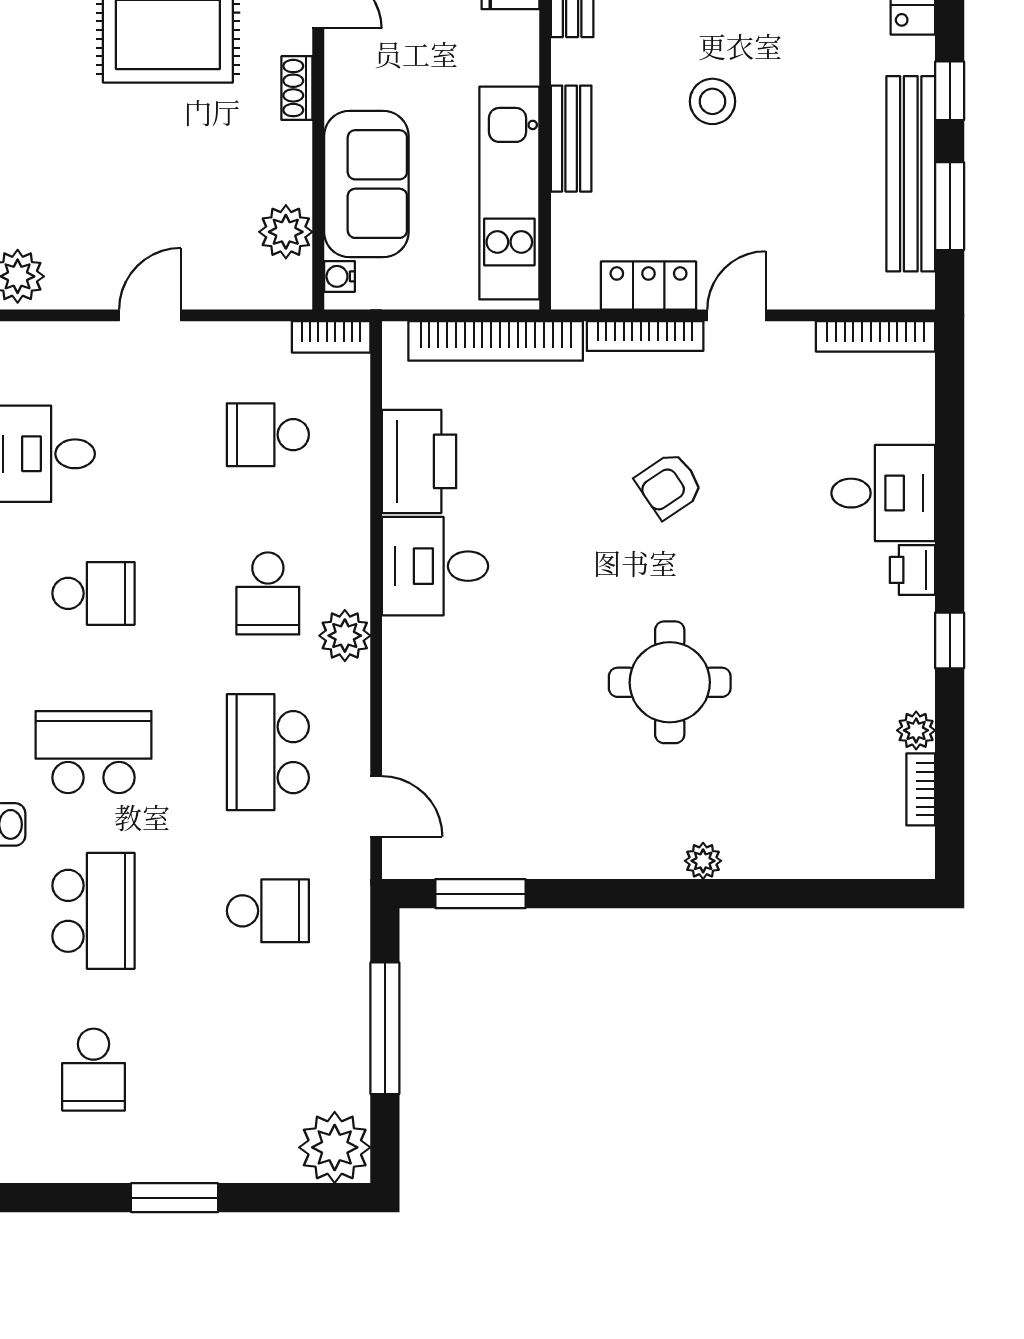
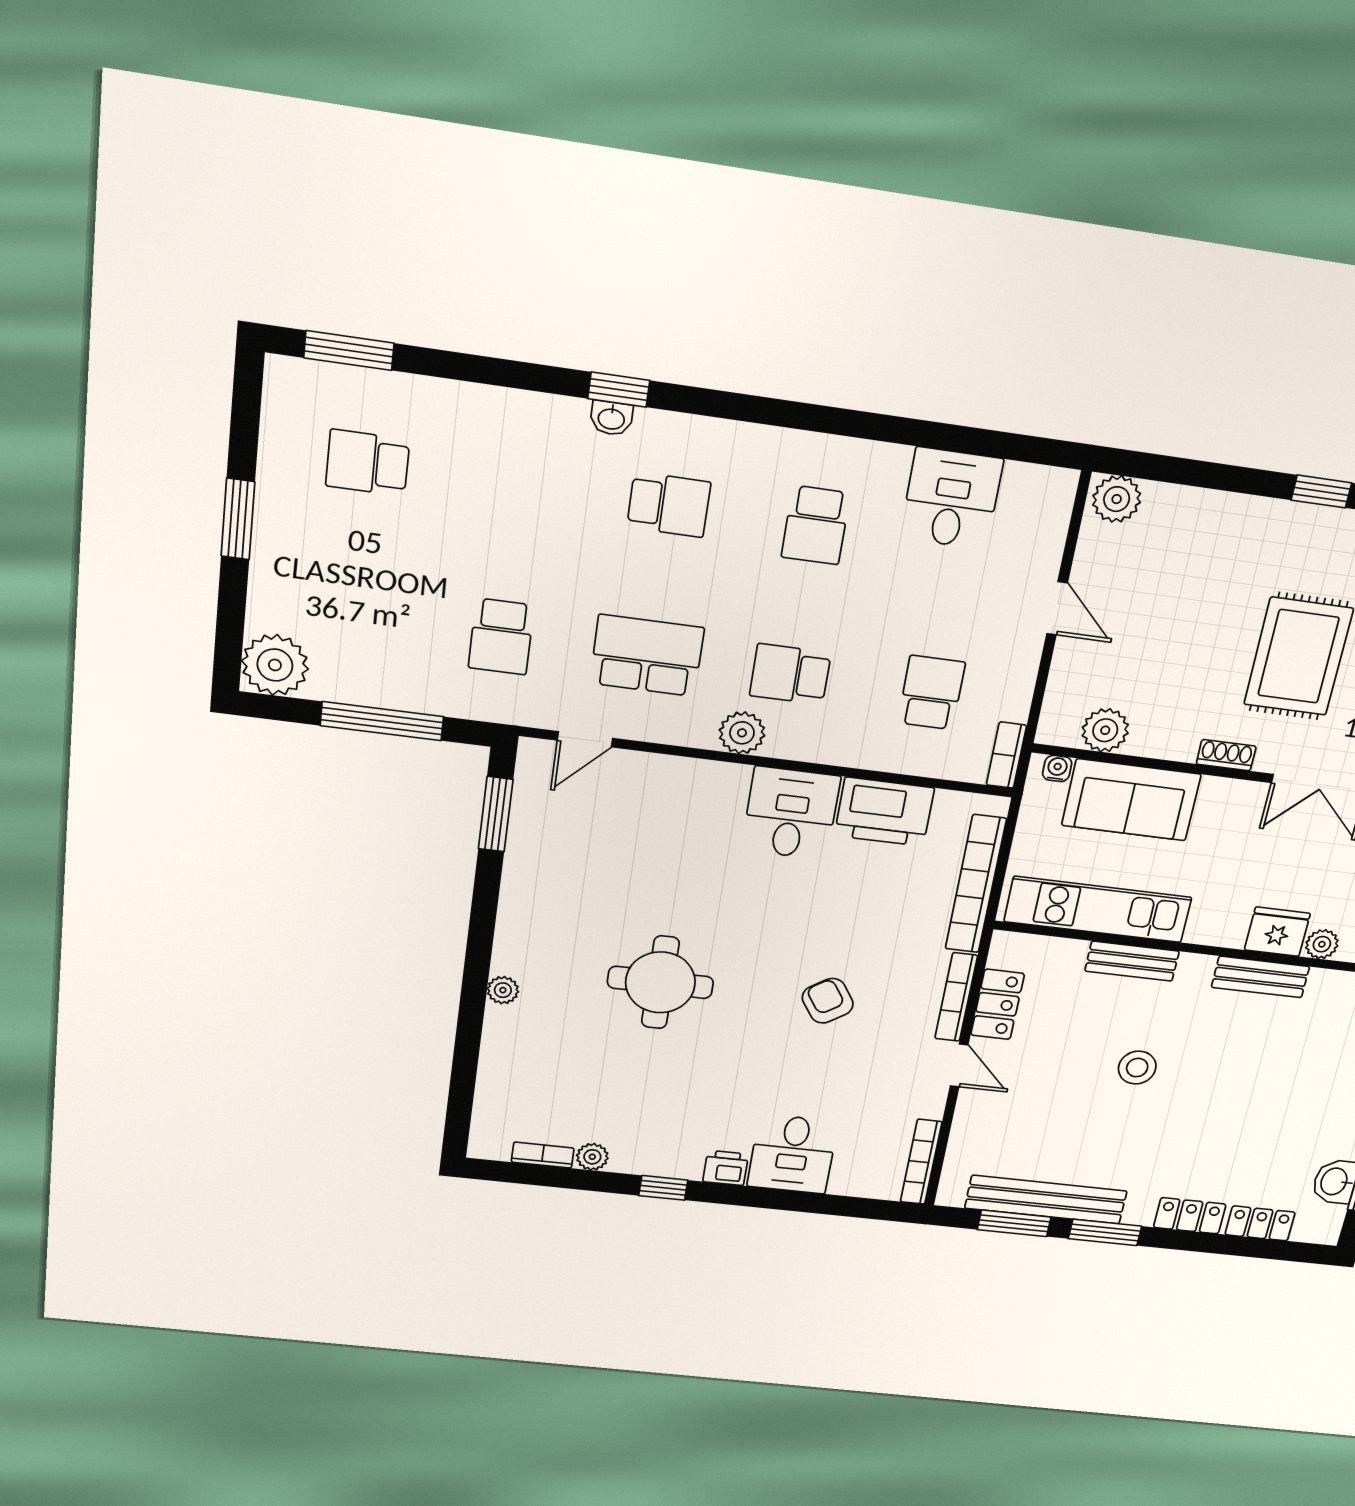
window: (950, 91) -> (1105, 1232), width x1.50
school desk: (94, 752) -> (669, 505), width x0.54
school desk: (94, 911) -> (519, 484), removed

